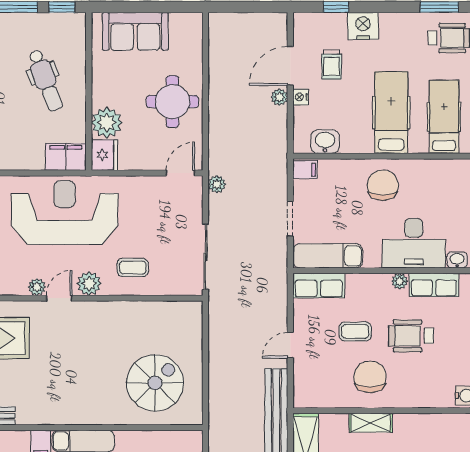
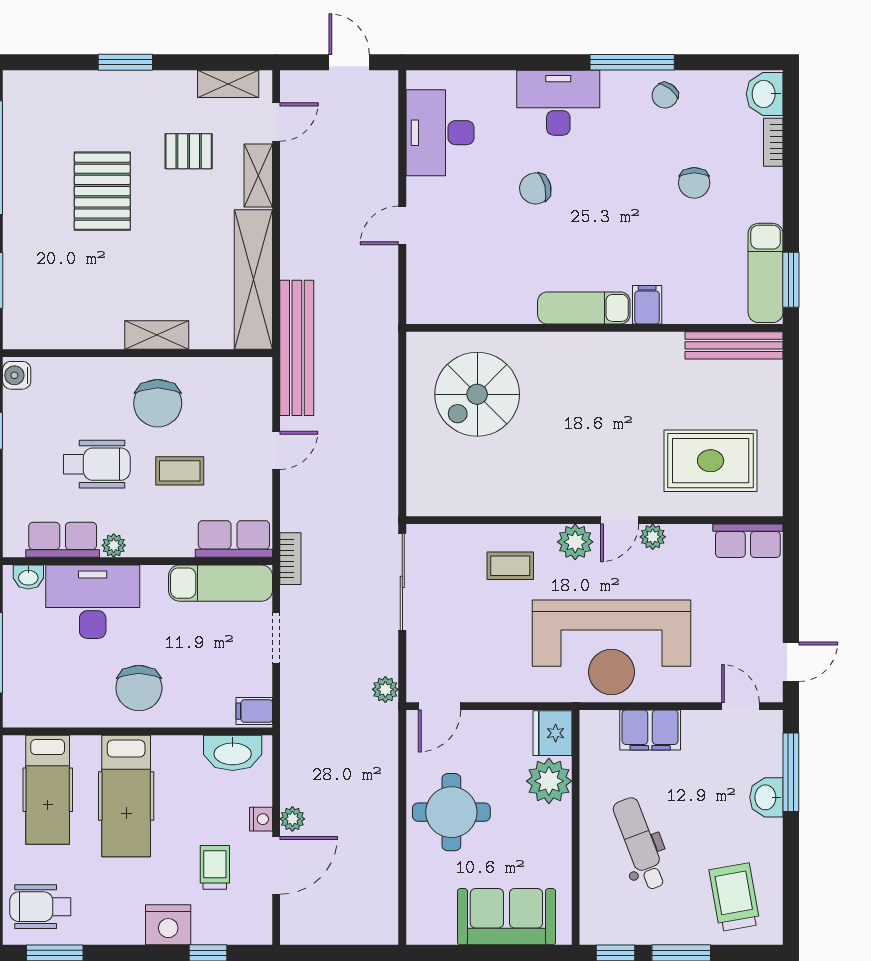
washbasin: (325, 142) -> (233, 753), width x1.38
filing cabinet: (66, 157) -> (650, 730), moved
bookcase: (281, 272) -> (290, 559), added

